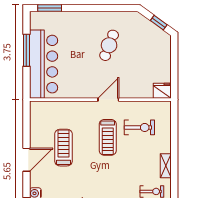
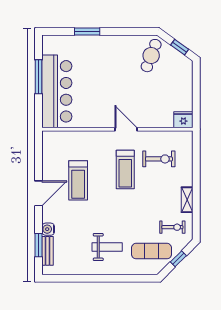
window: (50, 8) -> (87, 31), moved
cafe table: (109, 45) -> (151, 56), moved
door: (108, 100) -> (126, 129), hinge flipped
treadmill: (63, 148) -> (78, 180), turned 180

